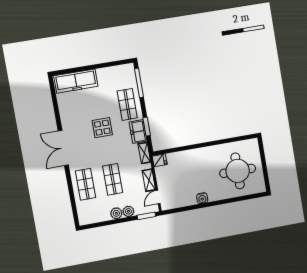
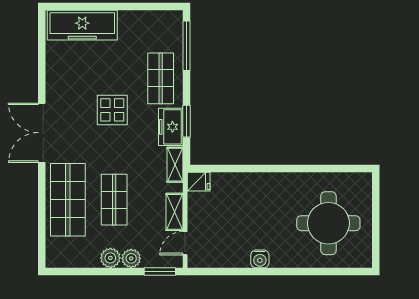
shop shelf: (86, 184) -> (68, 200), width x1.43, depth x1.36

